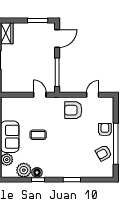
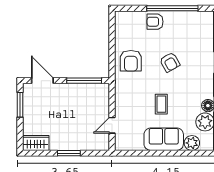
door: (40, 95) -> (112, 125), moved
door: (93, 95) -> (112, 37), removed
armchair: (104, 153) -> (170, 62), moved

